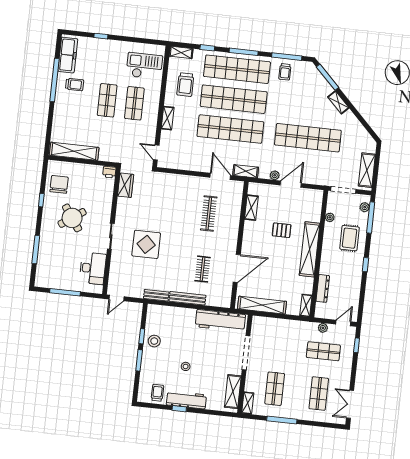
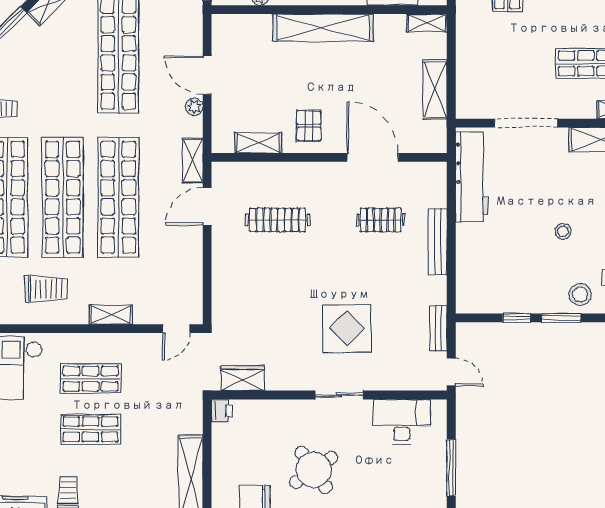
pallet: (282, 230) -> (309, 126), moved
bench: (156, 295) -> (438, 328), moved
shelving: (262, 305) -> (435, 90), width x0.68
stool: (154, 341) -> (580, 295), moved

